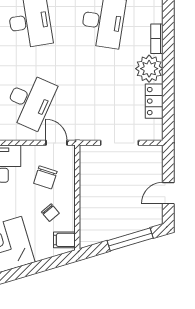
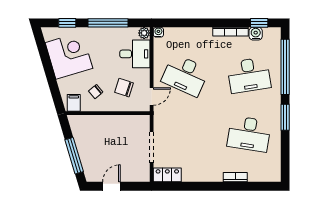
plant: (149, 69) -> (211, 171), removed
locker: (154, 101) -> (167, 175), moved
door: (168, 193) -> (111, 186), hinge flipped

